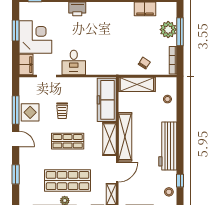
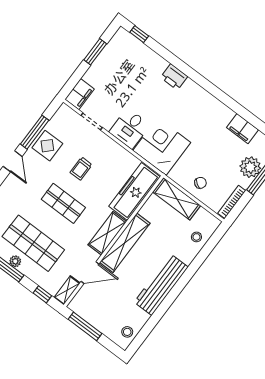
corner desk: (35, 37) -> (162, 147), moved, turned -90
window: (180, 181) -> (147, 329), removed

